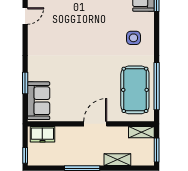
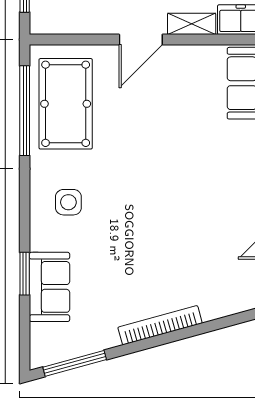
shelving: (141, 132) -> (192, 24), moved

